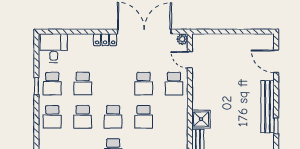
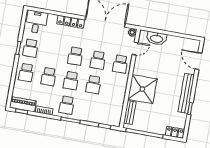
locker: (105, 40) -> (71, 22), width x1.53
washbasin: (216, 41) -> (157, 38), added
door: (190, 60) -> (135, 49), swing flipped
school desk: (83, 84) -> (75, 56), moved
shower: (201, 119) -> (142, 89), width x1.86, depth x1.86

